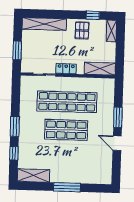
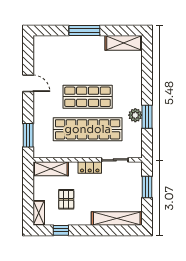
pallet: (82, 30) -> (66, 199), moved
plant: (25, 113) -> (135, 115), added
window: (118, 117) -> (28, 135), moved
window: (15, 126) -> (147, 117), moved
window: (14, 153) -> (147, 68), removed

